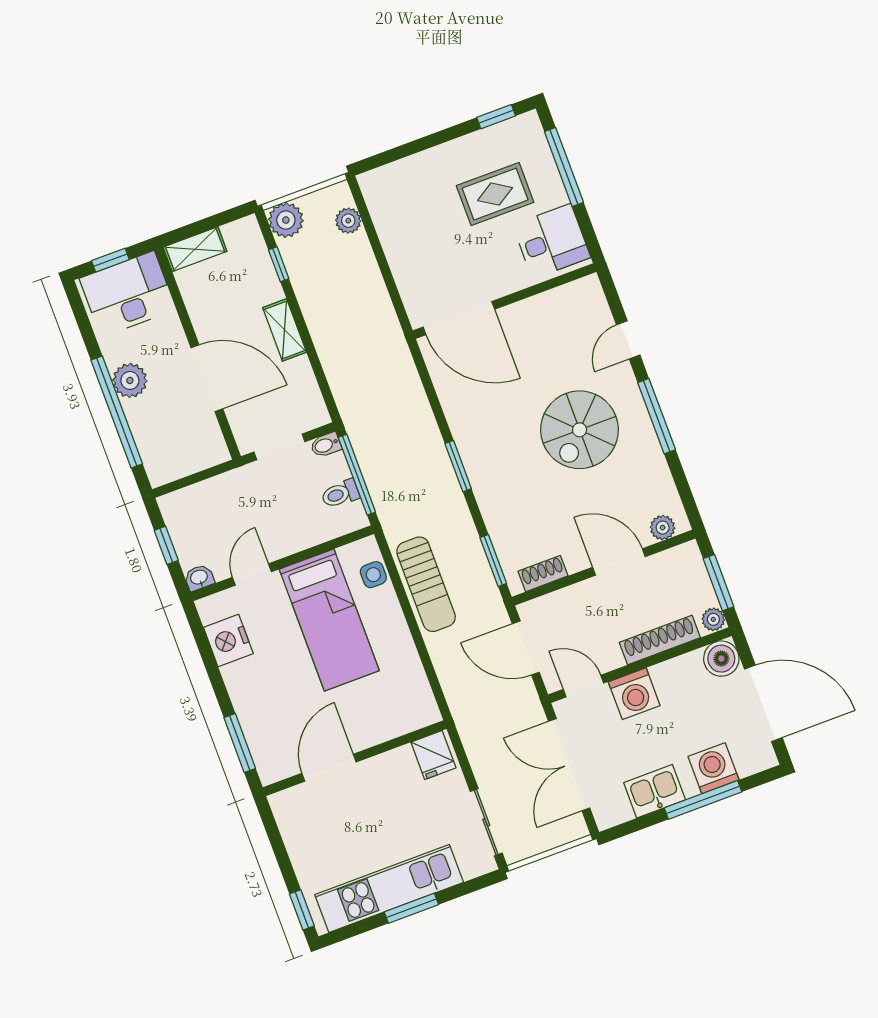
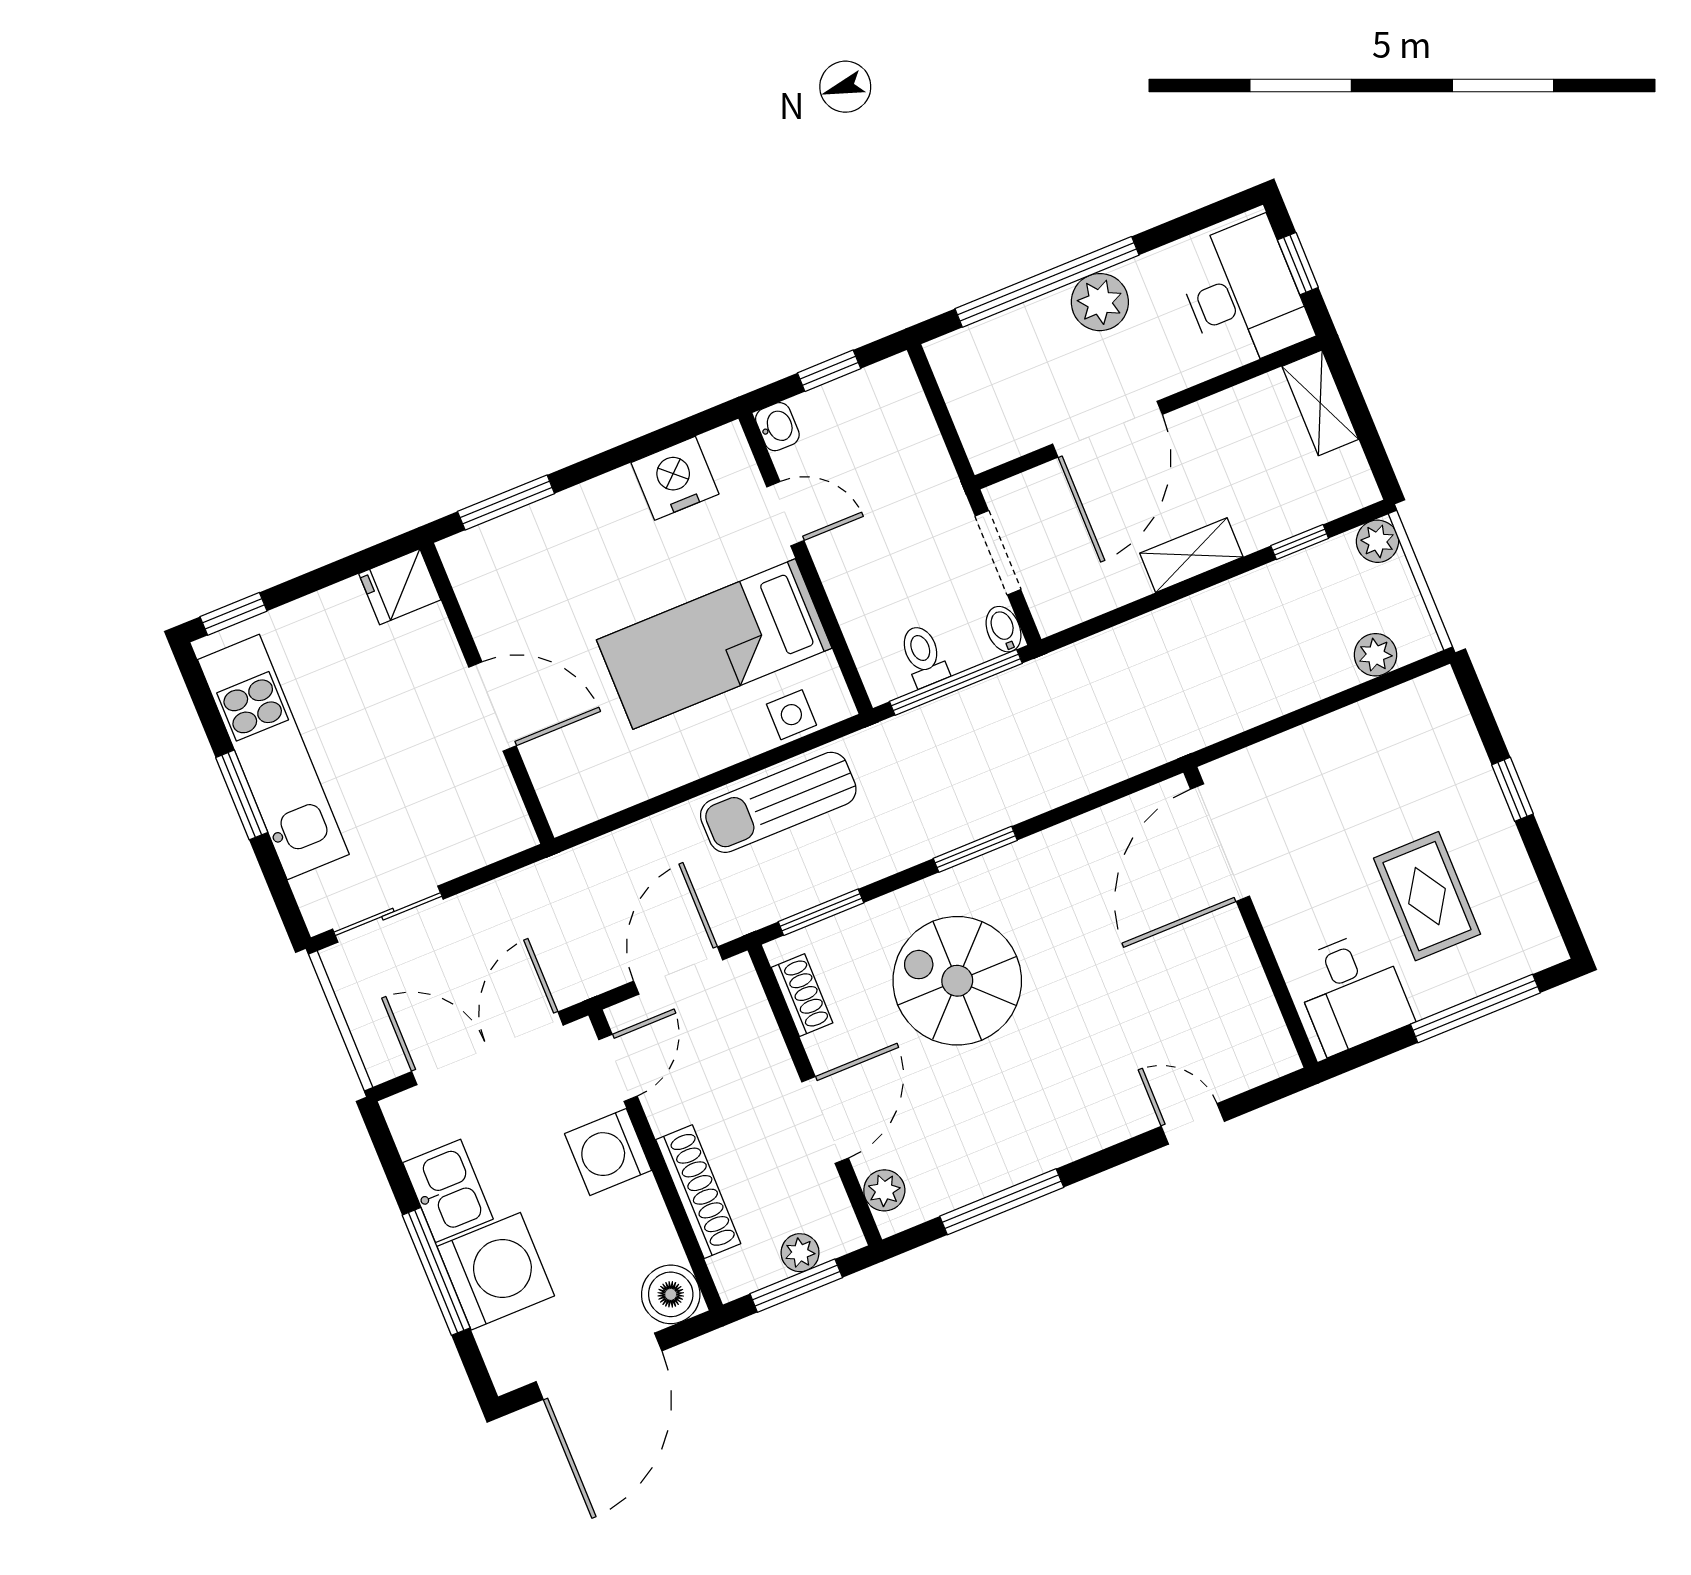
window: (496, 117) -> (1512, 789), moved
plant: (286, 220) -> (1378, 541), width x0.73, depth x0.73
window: (657, 416) -> (1002, 1202), moved
spiral stairs: (580, 430) -> (957, 981), moved
plant: (713, 619) -> (800, 1253), moved
fridge: (433, 755) -> (400, 587), moved
door: (329, 768) -> (492, 706), moved
washing machine: (713, 768) -> (496, 1271), width x1.37, depth x1.37

